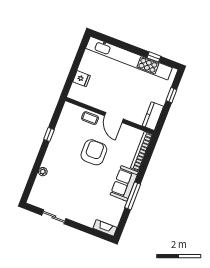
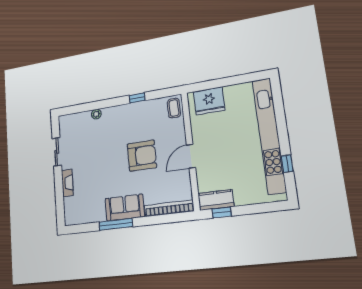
fridge: (82, 79) -> (209, 101), width x1.88, depth x1.34
window: (171, 95) -> (222, 212), moved
coffee table: (90, 118) -> (174, 108), moved
fireplace: (105, 228) -> (67, 183), moved

